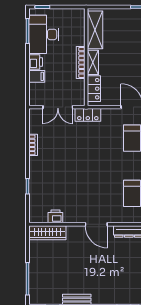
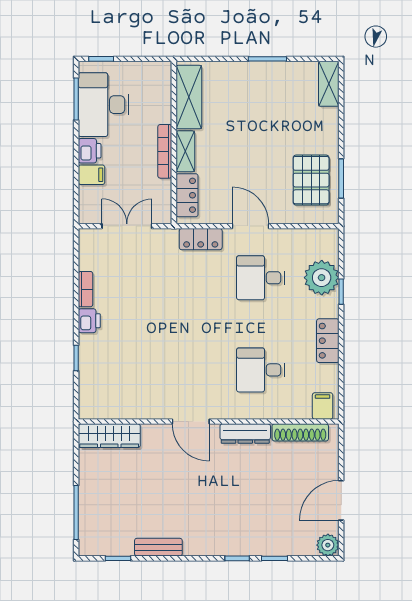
double door: (58, 107) -> (127, 226), swing flipped
locker: (88, 115) -> (201, 239), moved
printer: (55, 216) -> (89, 321), moved, turned 90

